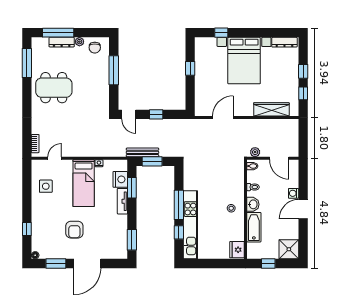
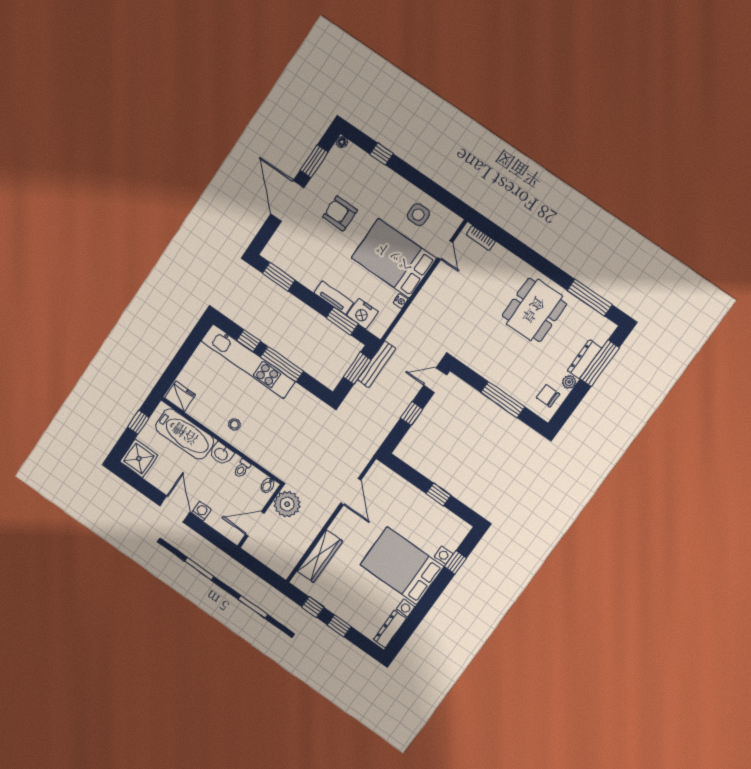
plant: (255, 152) -> (287, 504), width x1.88, depth x1.88
bed: (84, 183) -> (394, 258), width x1.50
bathtub: (254, 227) -> (185, 434), width x1.36, depth x1.36

